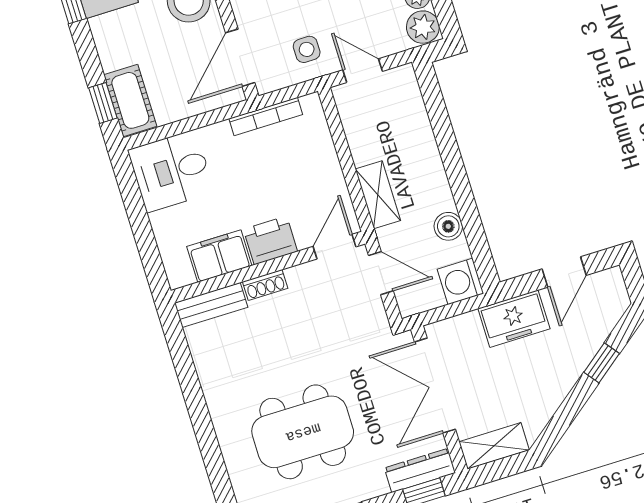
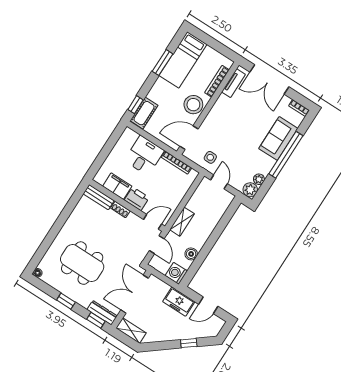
desk: (171, 171) -> (144, 156), moved, turned 90

